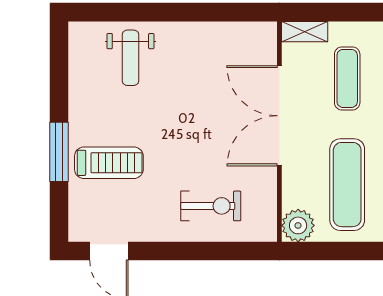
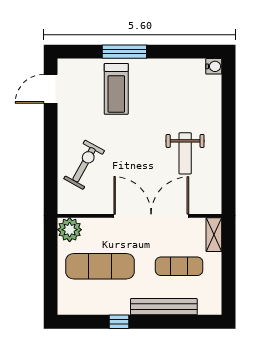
water cooler: (79, 32) -> (214, 66), added
weight bench: (130, 58) -> (185, 153), moved, turned -90
exercise bike: (211, 206) -> (84, 165), turned -151

